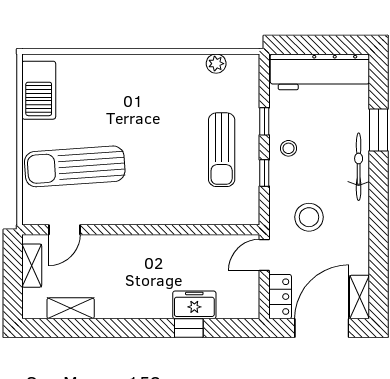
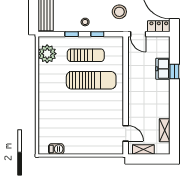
plant: (216, 64) -> (47, 54), width x1.88, depth x1.88
barbecue: (39, 90) -> (56, 149), width x0.53, depth x0.65
sun lounger: (75, 166) -> (91, 80), moved, turned -86

